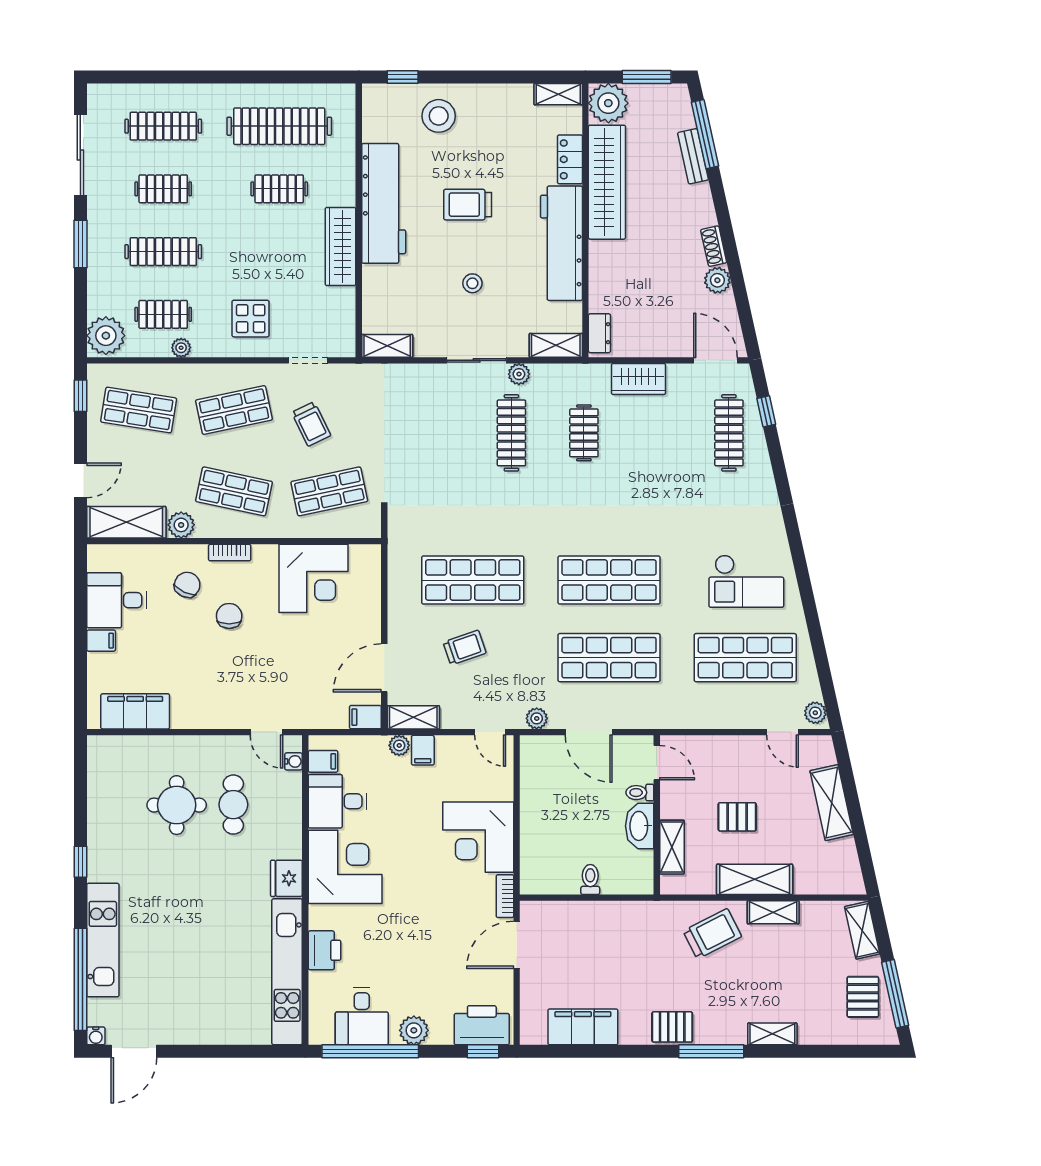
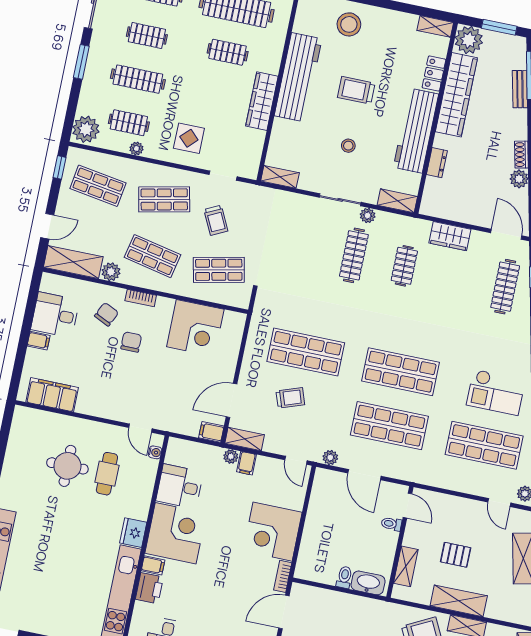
dresser: (599, 333) -> (437, 163), moved
filing cabinet: (323, 761) -> (153, 565), moved
washbasin: (640, 826) -> (368, 583), moved, turned 90

